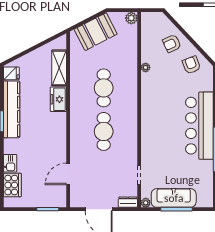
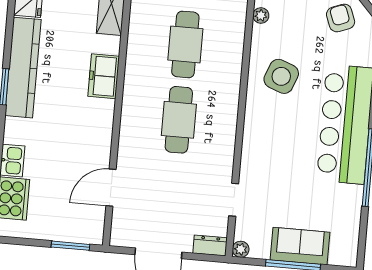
freezer: (58, 99) -> (104, 76), moved
side table: (160, 101) -> (281, 76), added
sofa: (174, 198) -> (300, 246), width x0.73

